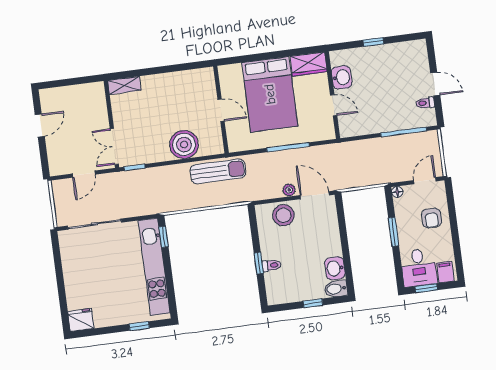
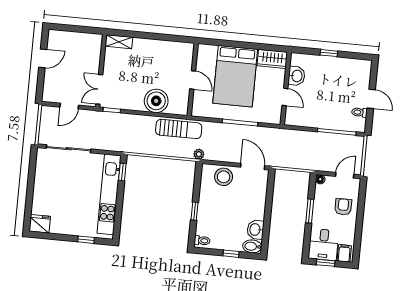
plant: (289, 190) -> (199, 154), moved
armchair: (432, 218) -> (343, 207), turned 180
toilet: (272, 265) -> (202, 241), moved

